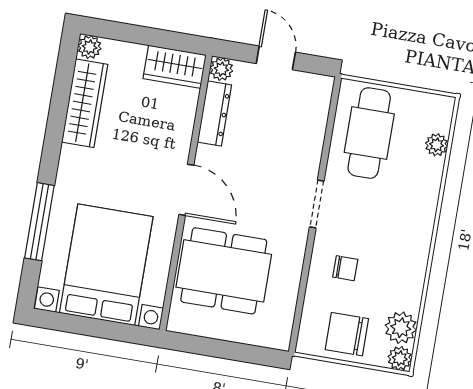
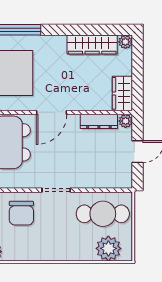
plant: (437, 145) -> (108, 248), width x1.88, depth x1.88
chair: (345, 268) -> (21, 213), width x1.87, depth x1.87

